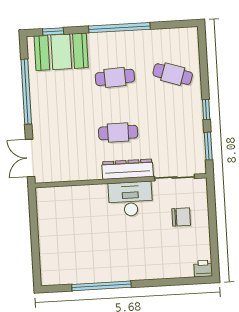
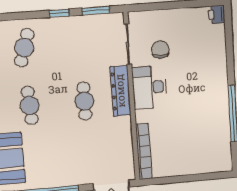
bookcase: (64, 192) -> (144, 152), added
chair: (181, 217) -> (160, 50), moved

